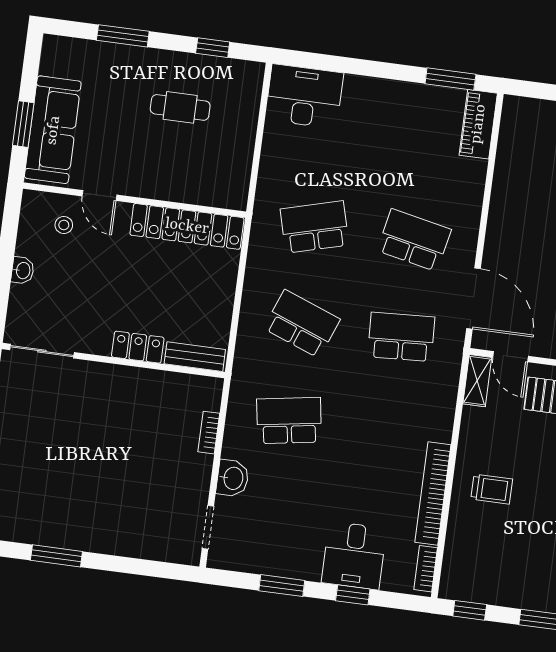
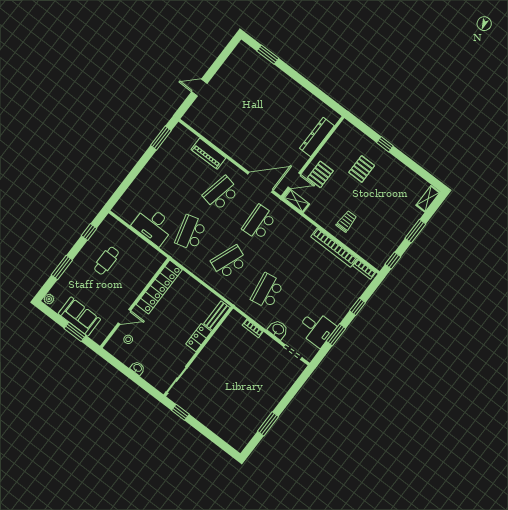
plant: (54, 45) -> (49, 299), added
desk: (304, 96) -> (153, 226), moved, turned -90
piano: (478, 124) -> (208, 154), moved
sofa: (53, 130) -> (79, 316), width x0.73
desk: (354, 556) -> (317, 328), moved

